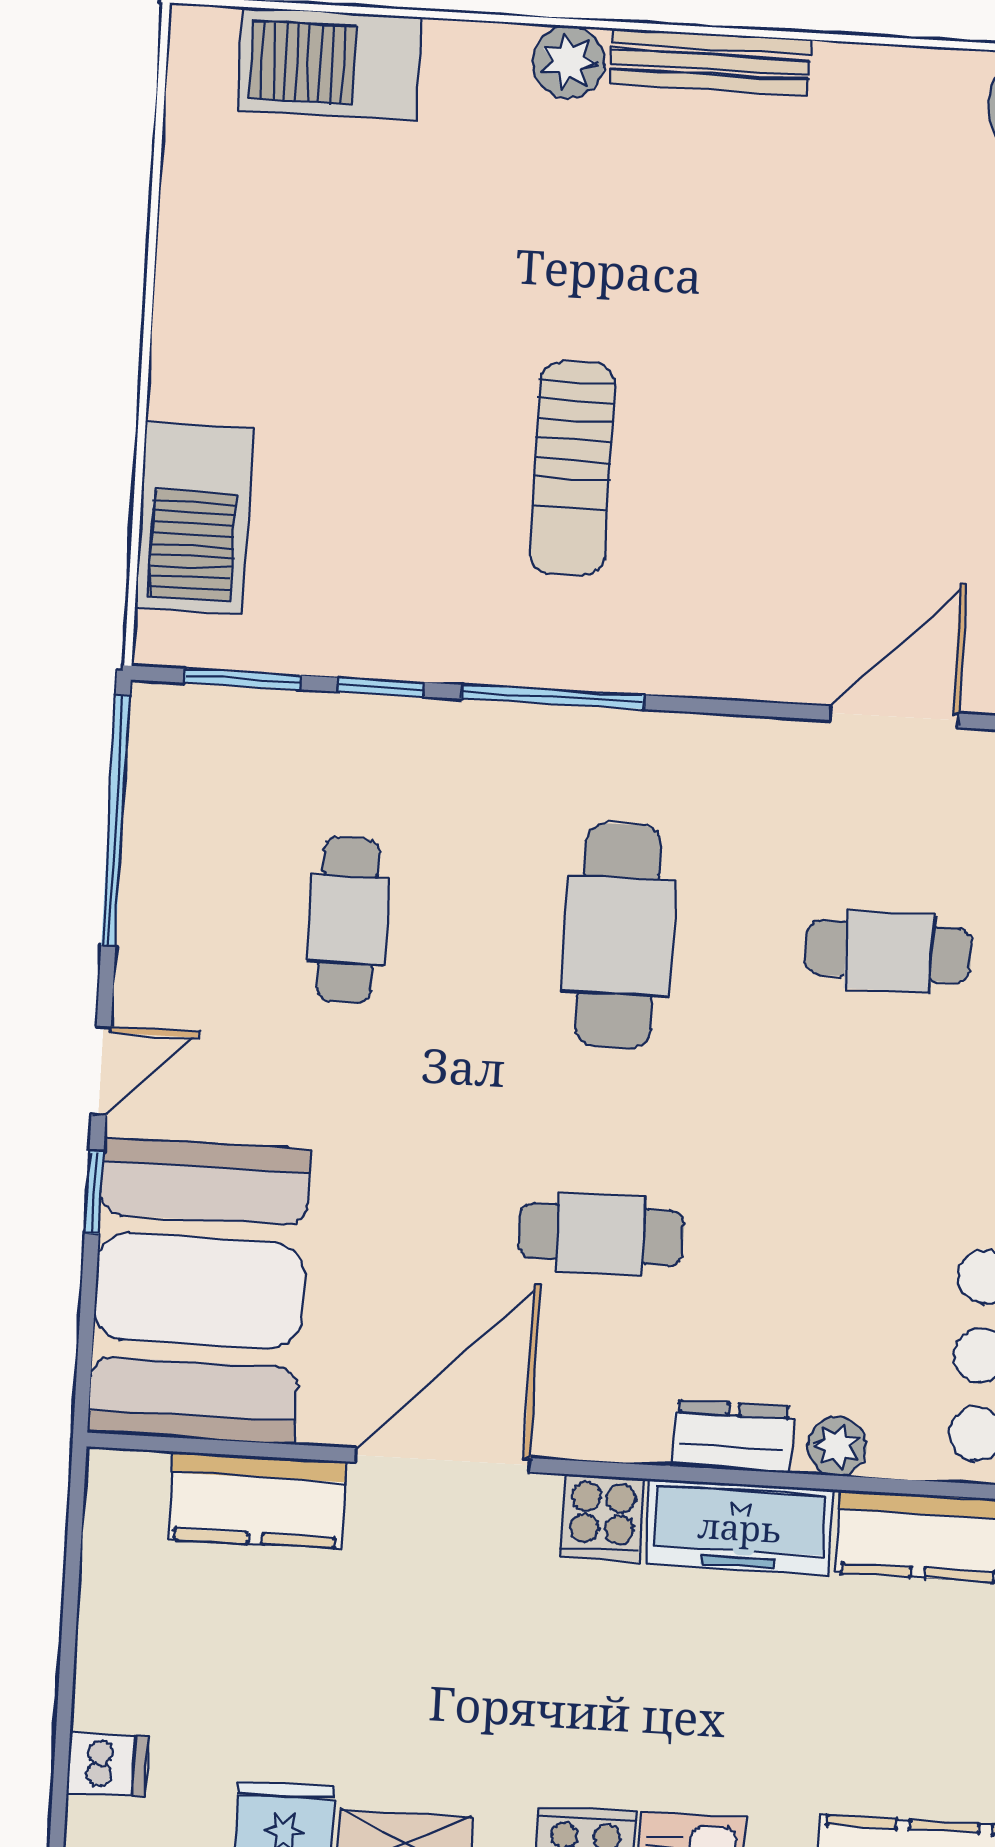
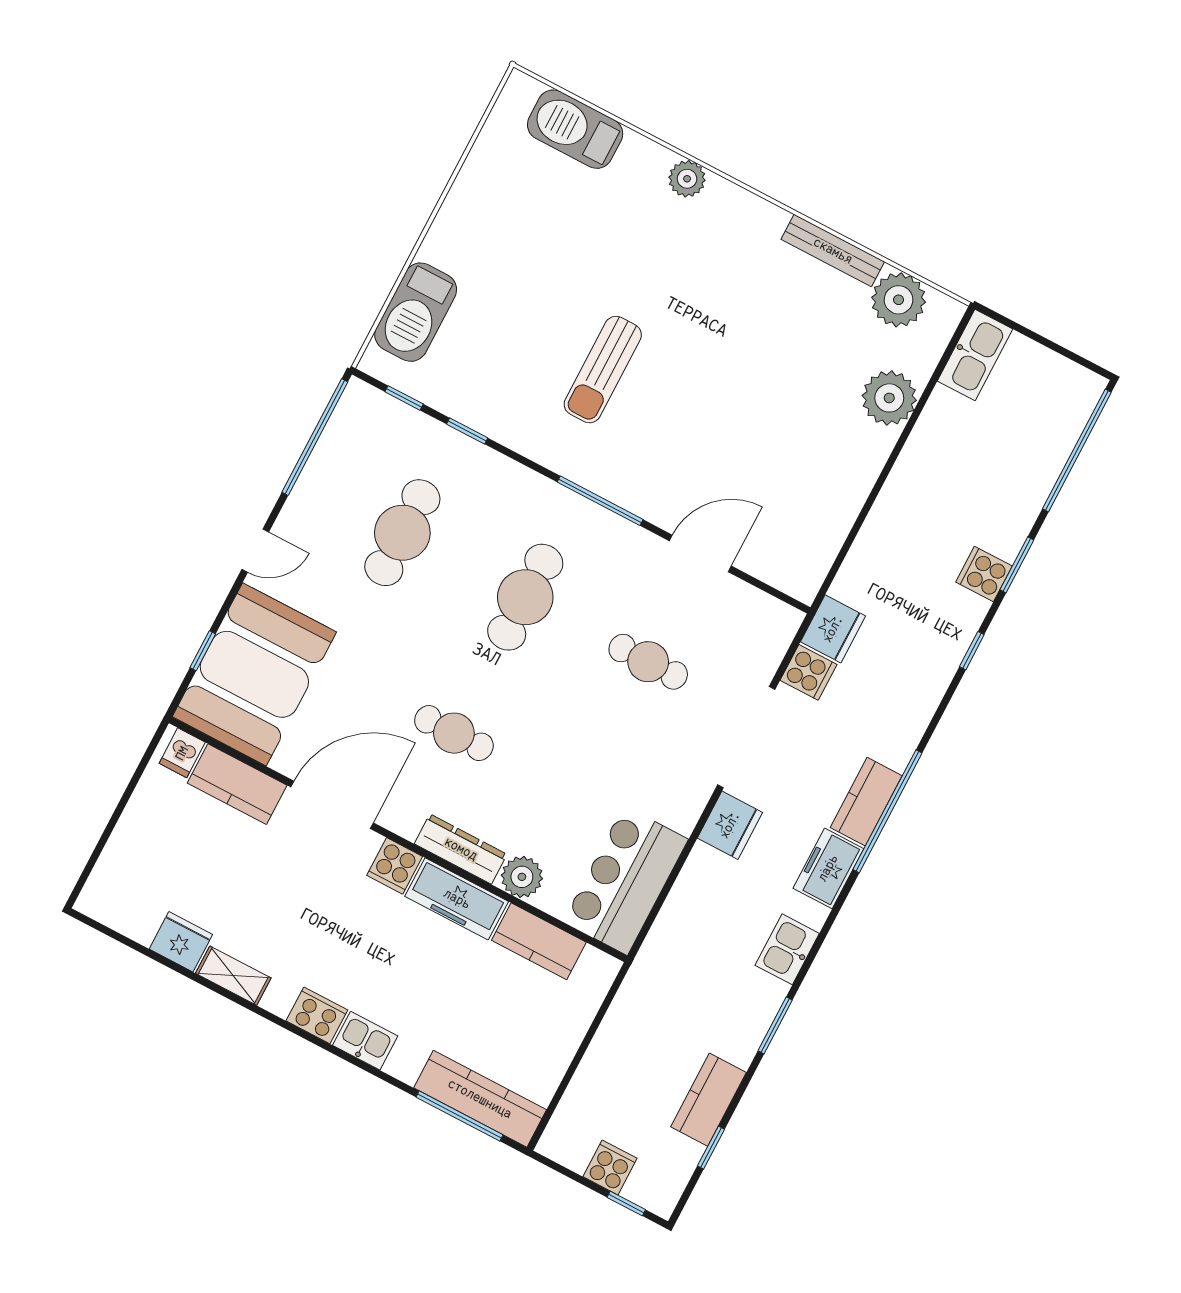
bench: (710, 62) -> (833, 251), moved
window: (242, 679) -> (404, 398), width x0.67
window: (553, 697) -> (600, 501), moved
cafe table: (348, 920) -> (402, 533), width x1.37, depth x1.35
window: (94, 1193) -> (203, 651), moved
dresser: (732, 1436) -> (461, 849), width x1.44
plant: (837, 1446) -> (522, 877), width x1.38, depth x1.38
dishwasher: (107, 1764) -> (182, 753), moved, turned 90

